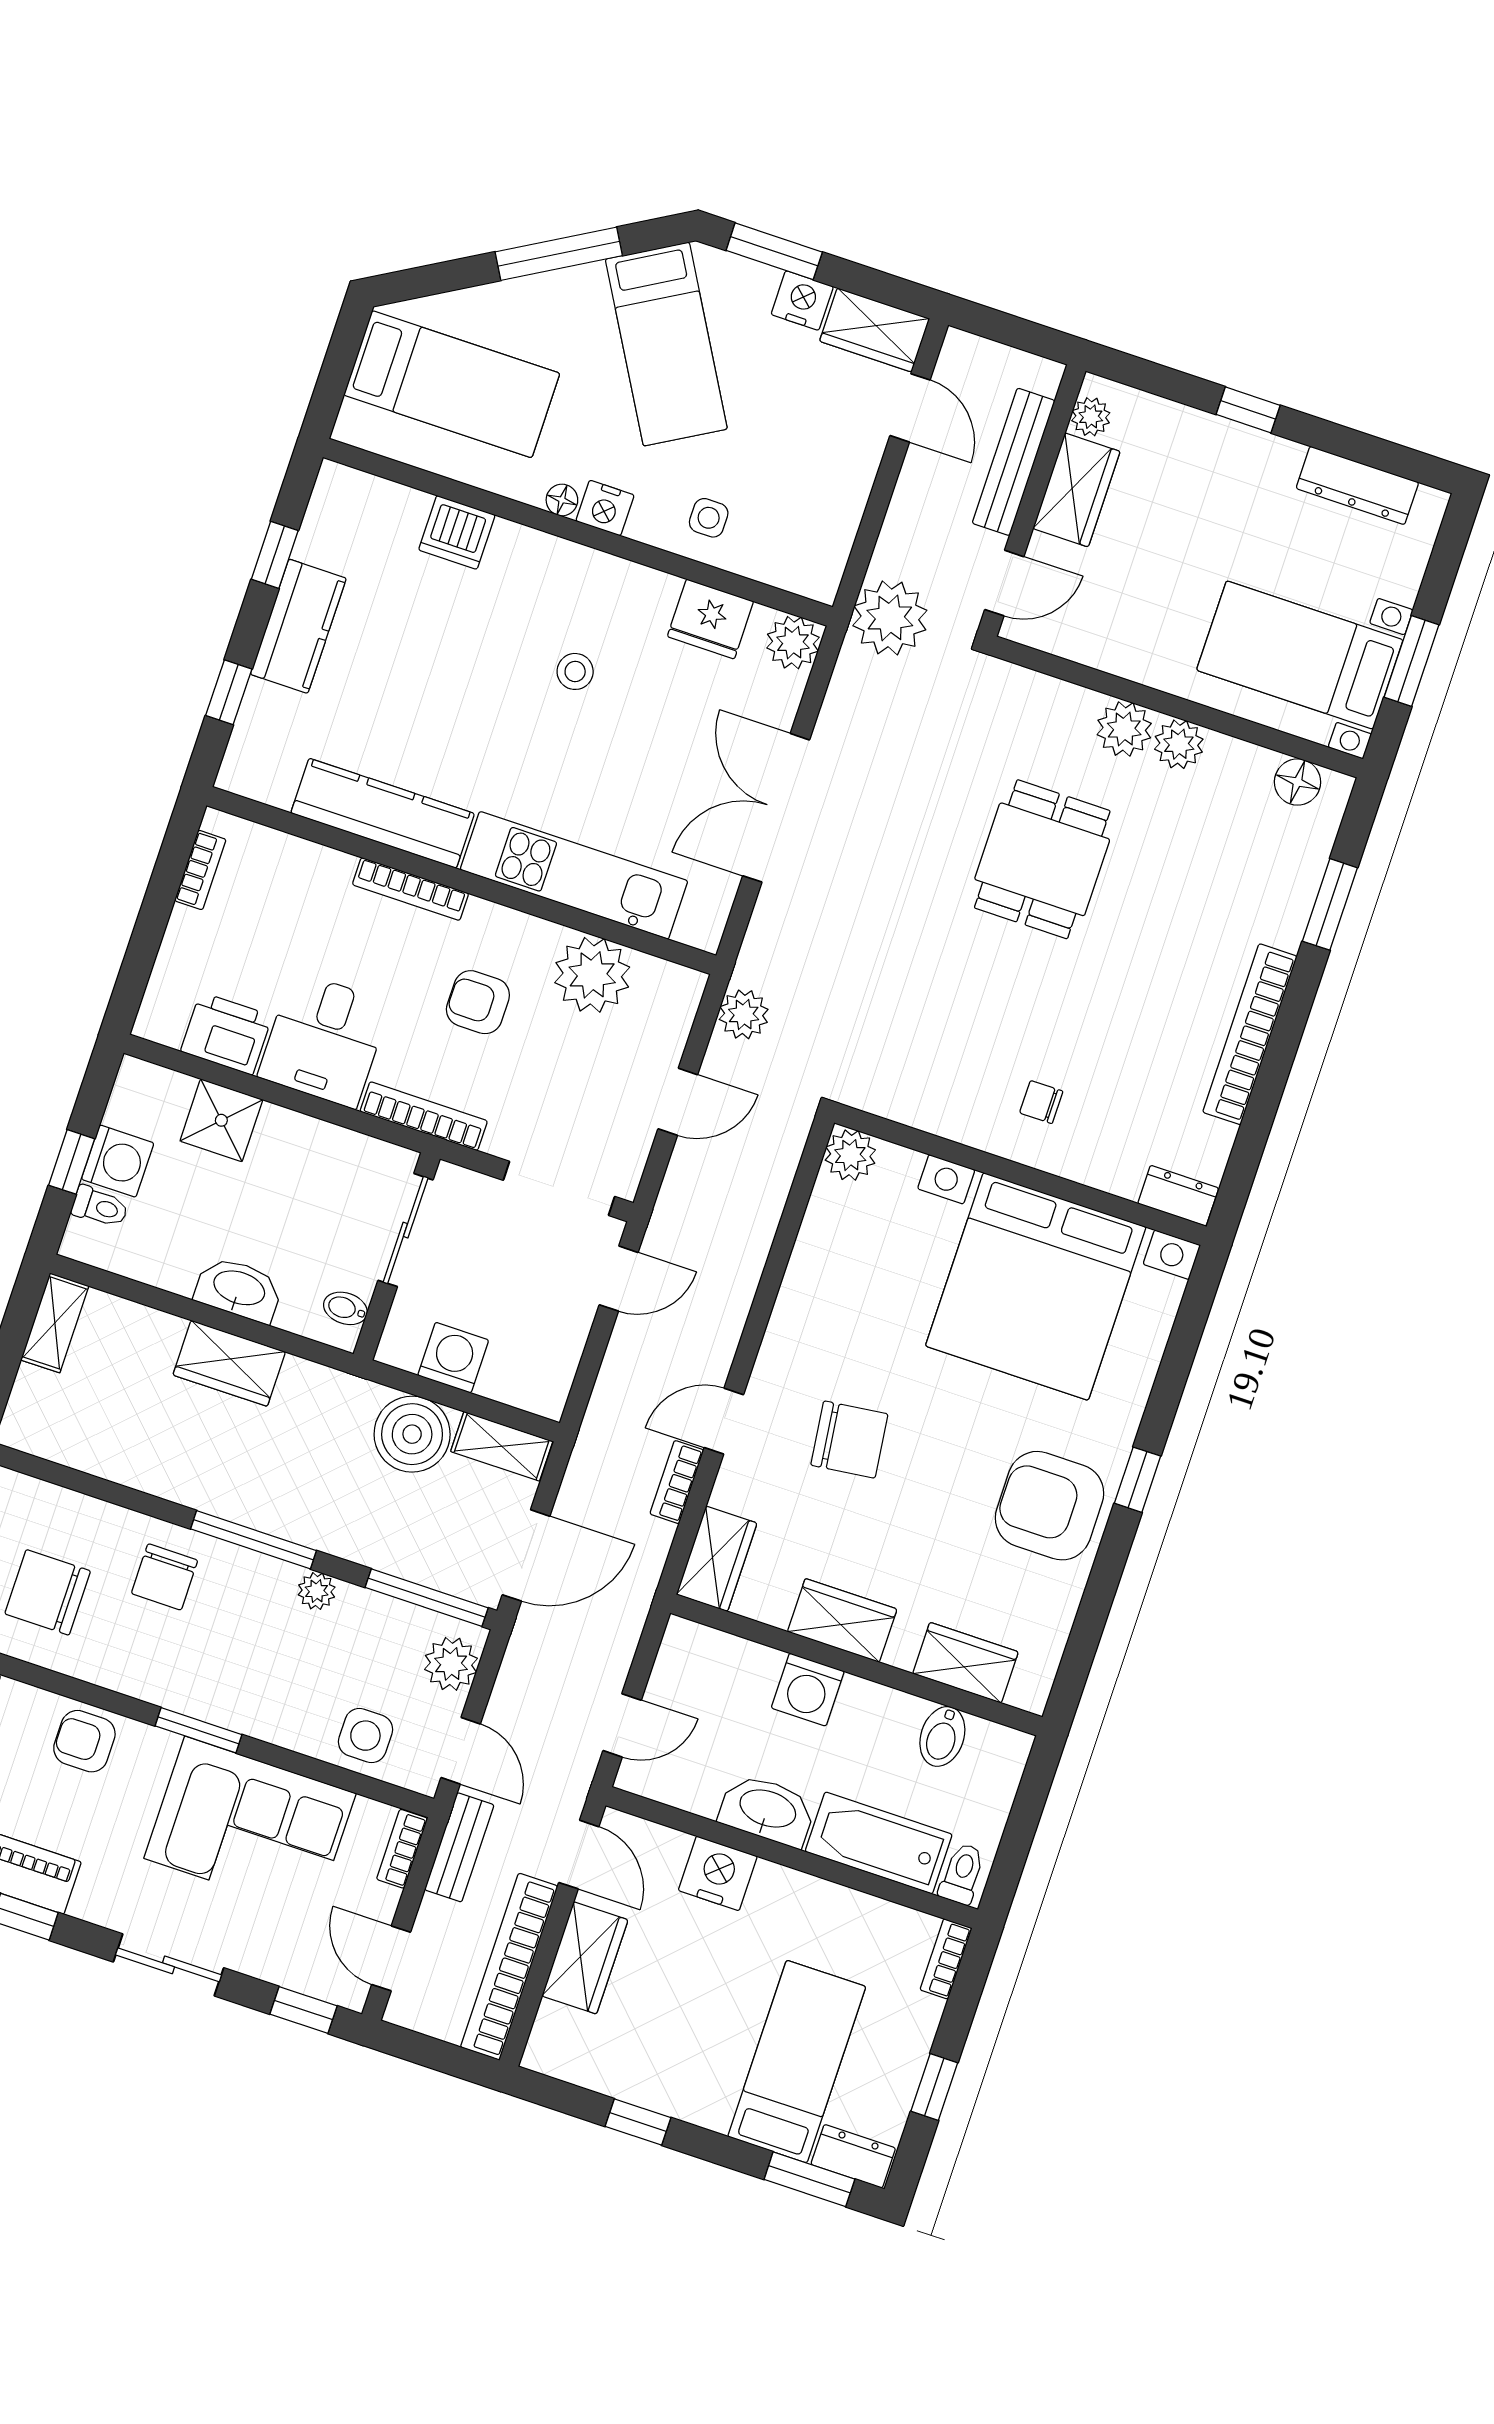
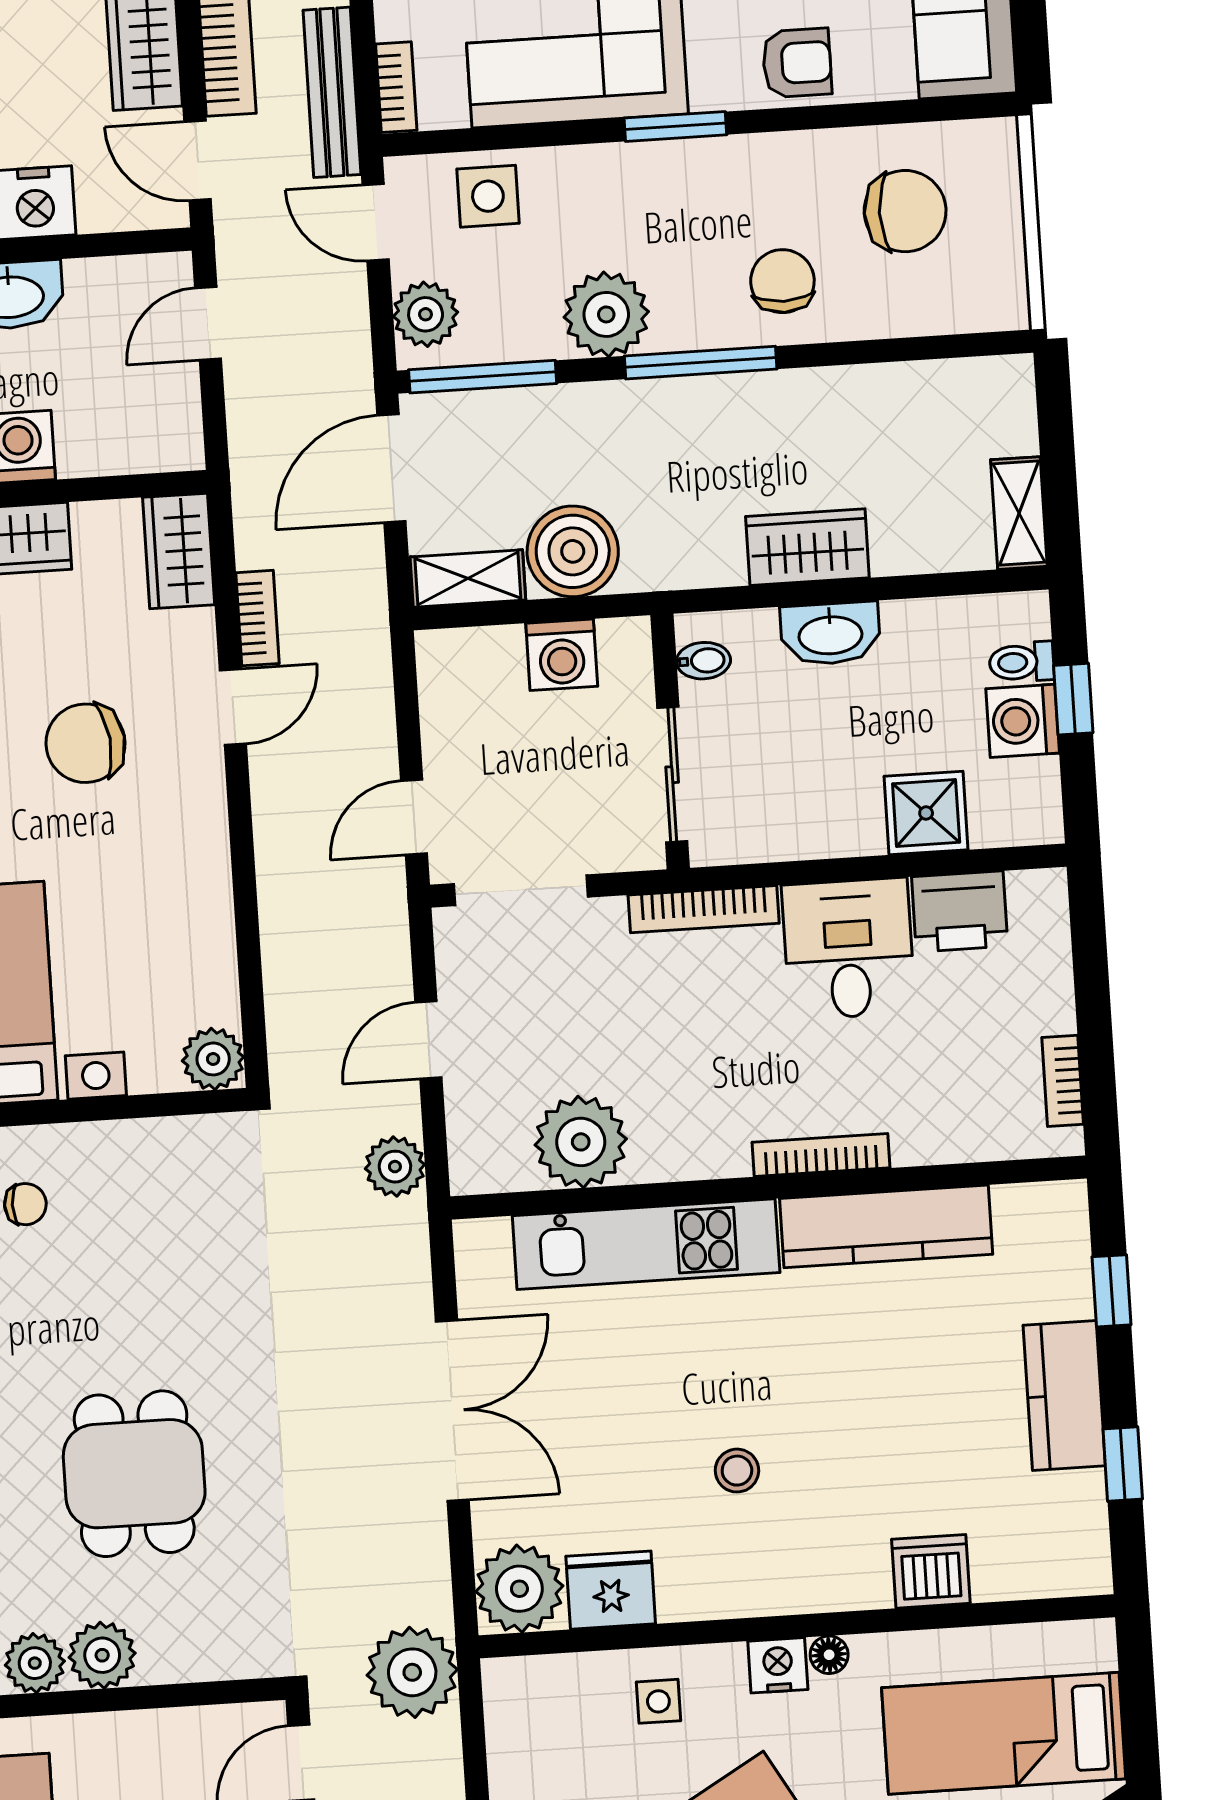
plant: (793, 643) -> (519, 1589), width x1.36, depth x1.36
armchair: (478, 1002) -> (695, 1060), removed
plant: (317, 1591) -> (606, 314), width x1.88, depth x1.88
bench: (459, 1847) -> (332, 92), width x1.36

